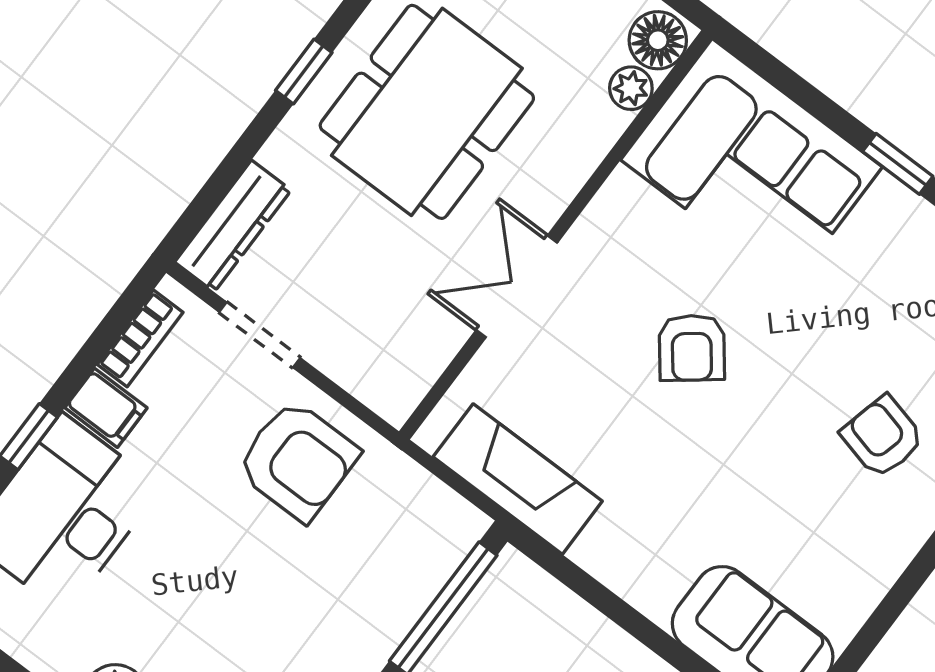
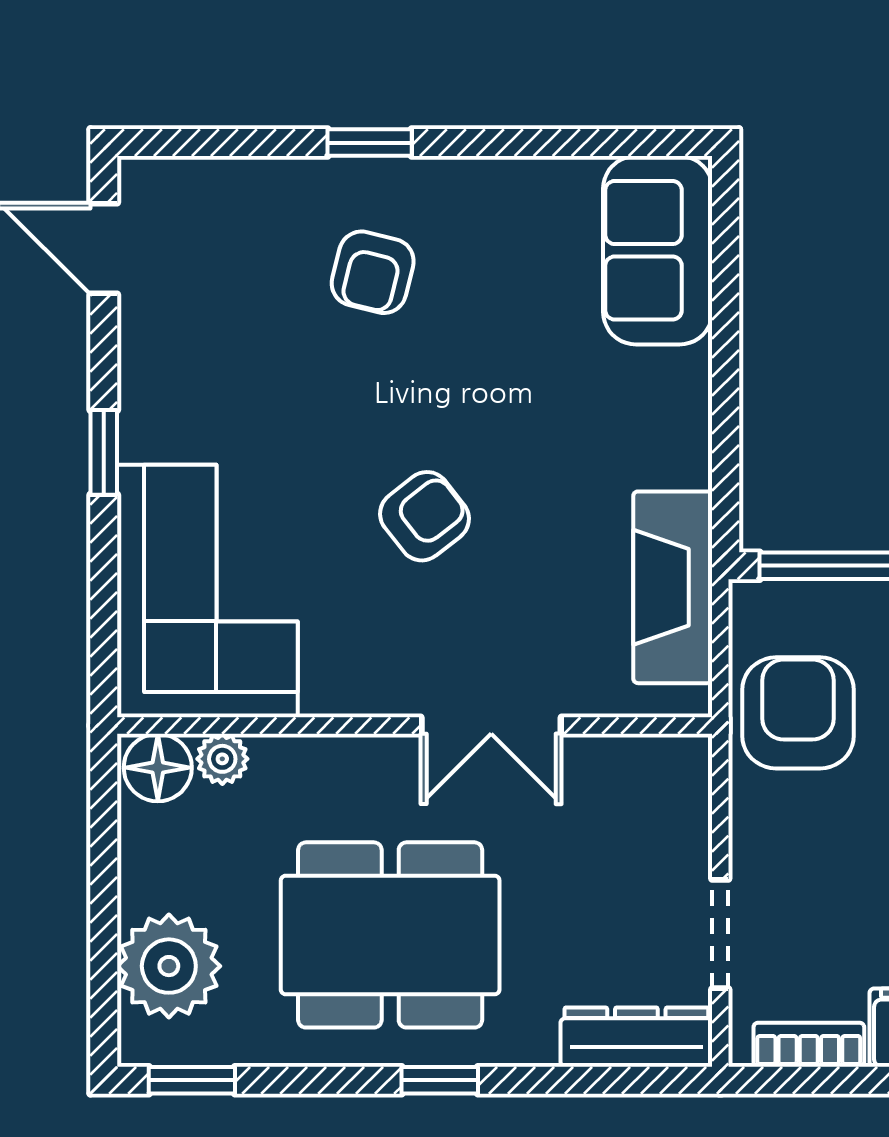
armchair: (298, 460) -> (798, 713), moved

